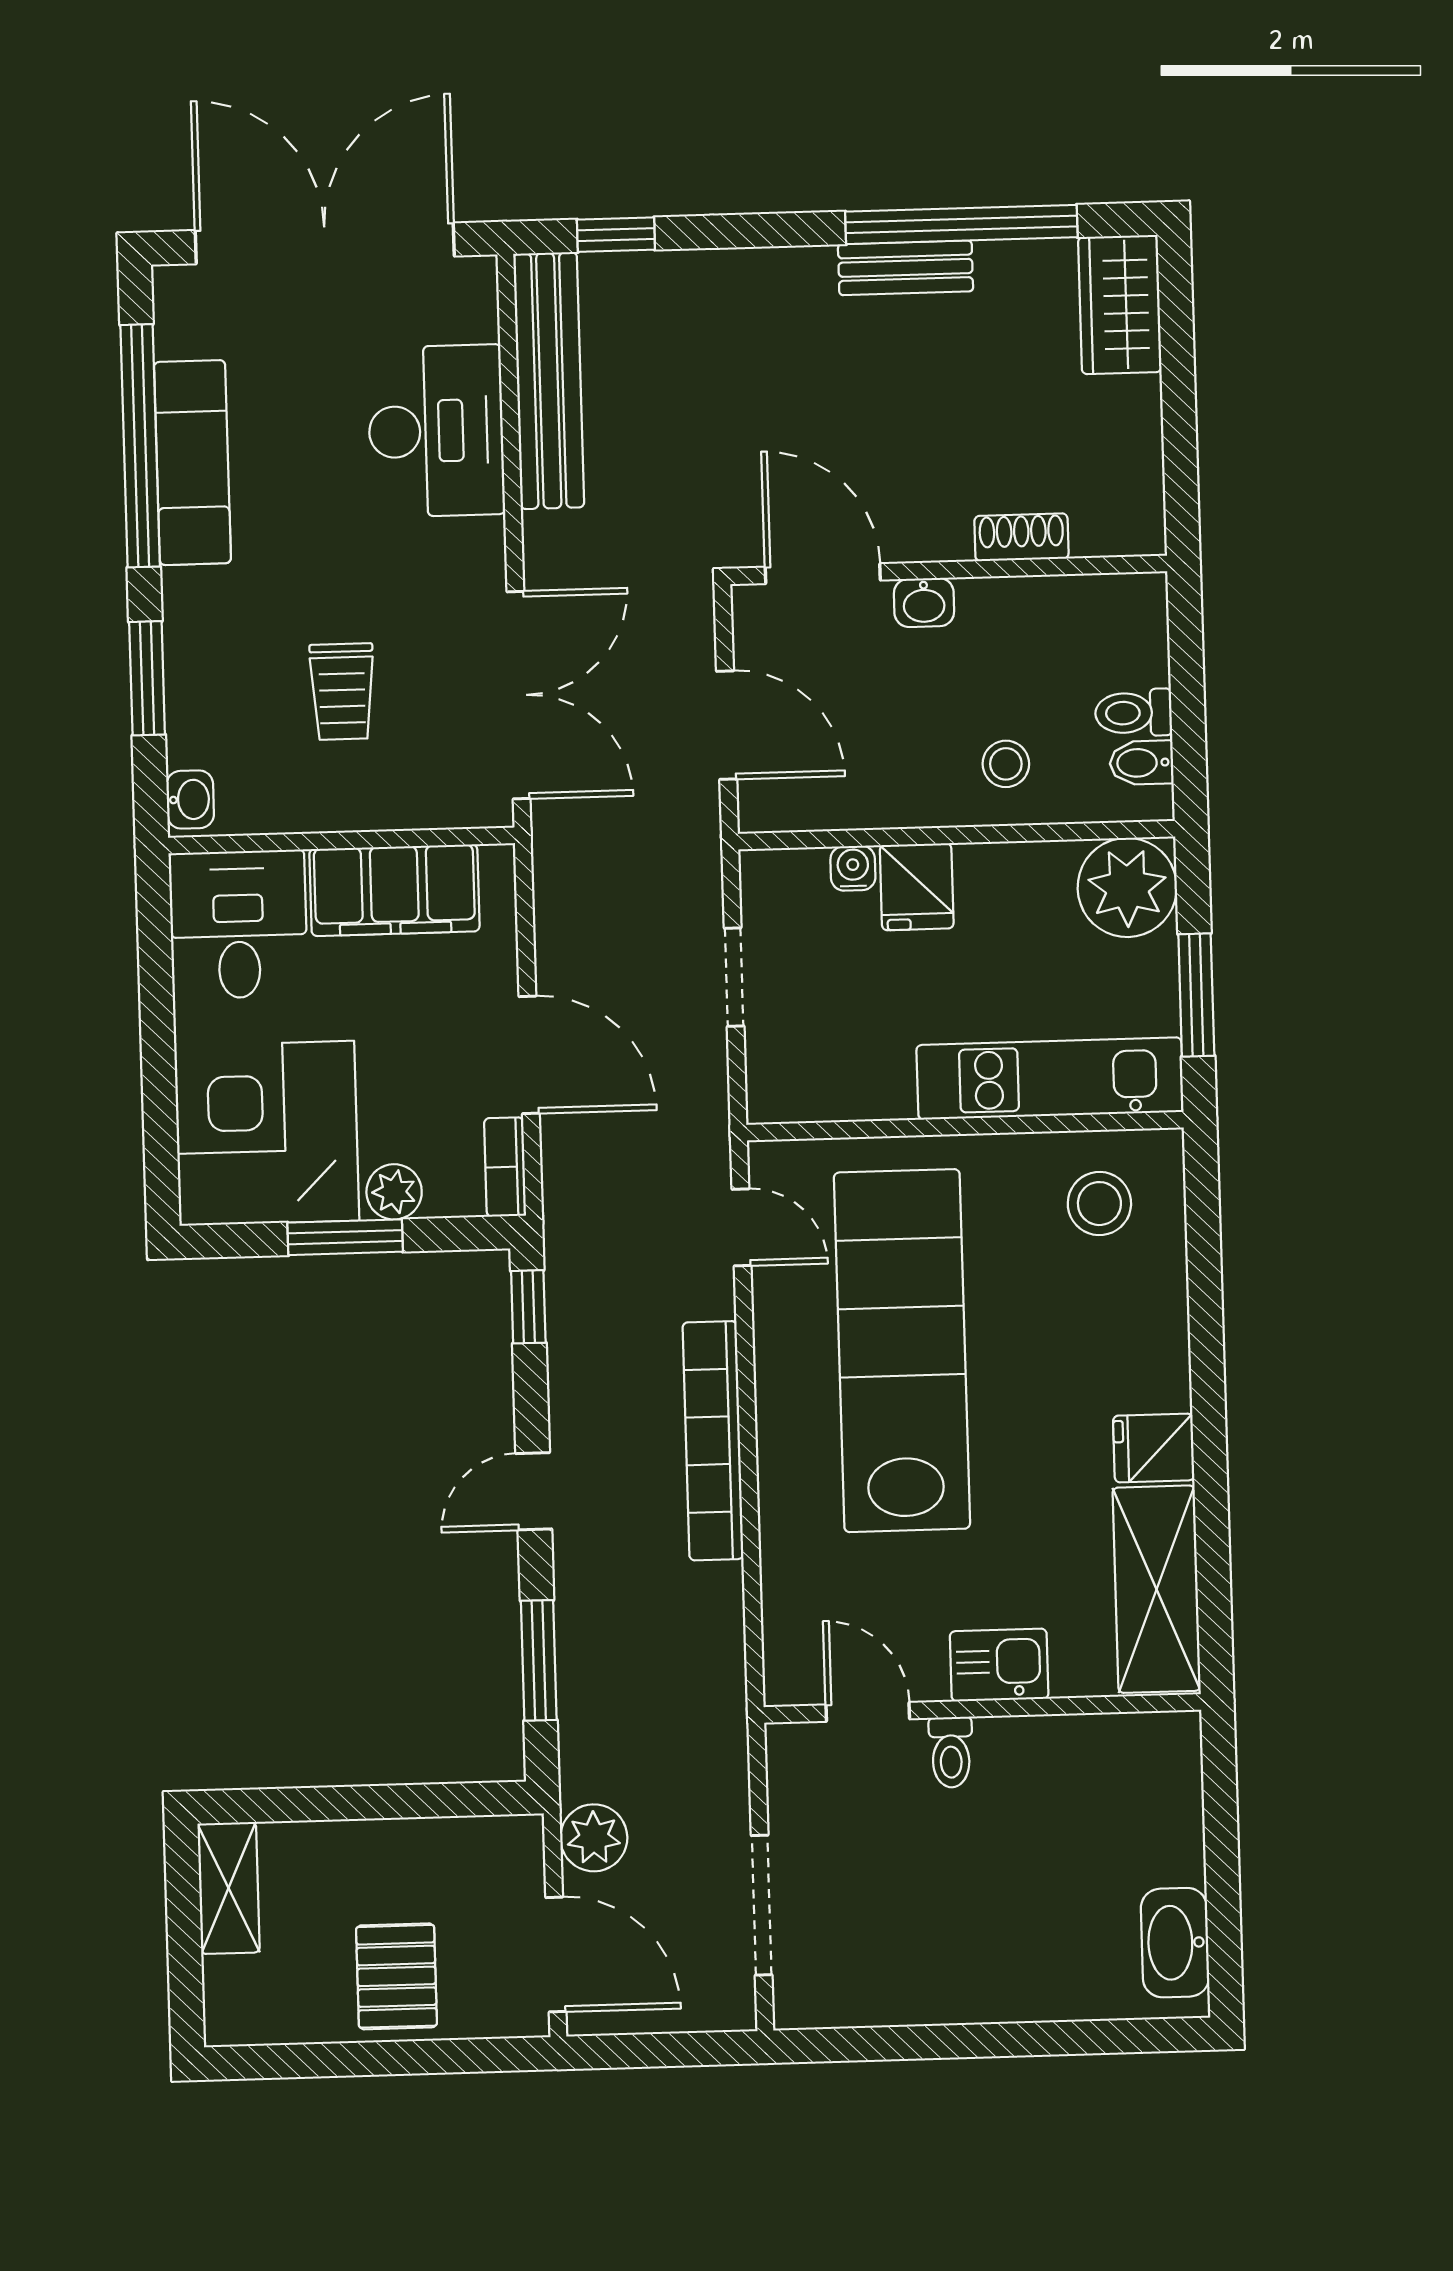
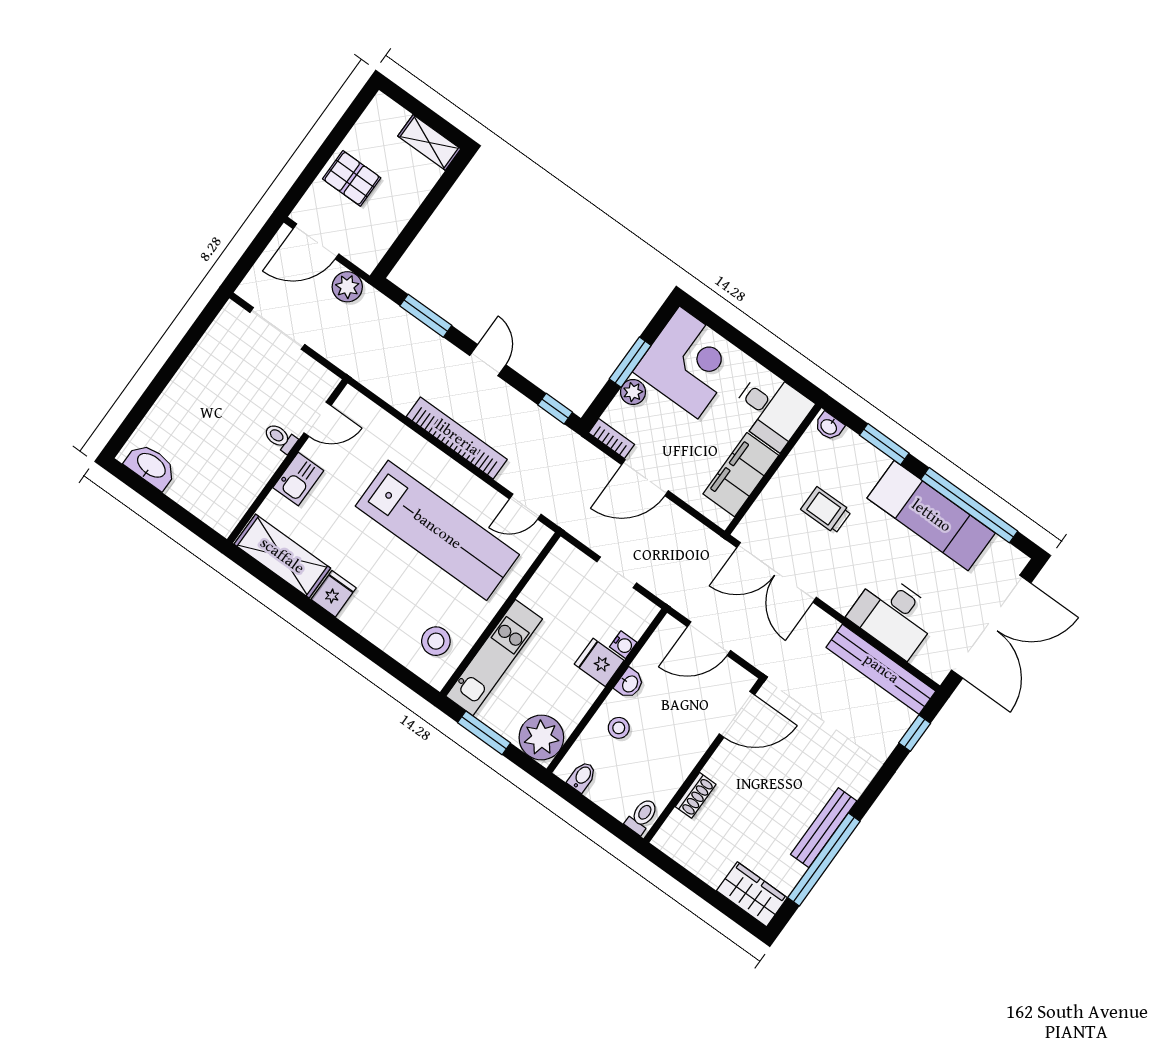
bench: (906, 268) -> (824, 828), width x1.36
exam couch: (192, 463) -> (931, 516), width x1.36, depth x1.45
washbasin: (924, 602) -> (630, 684), moved, turned 180
toilet: (1134, 713) -> (642, 816), moved

